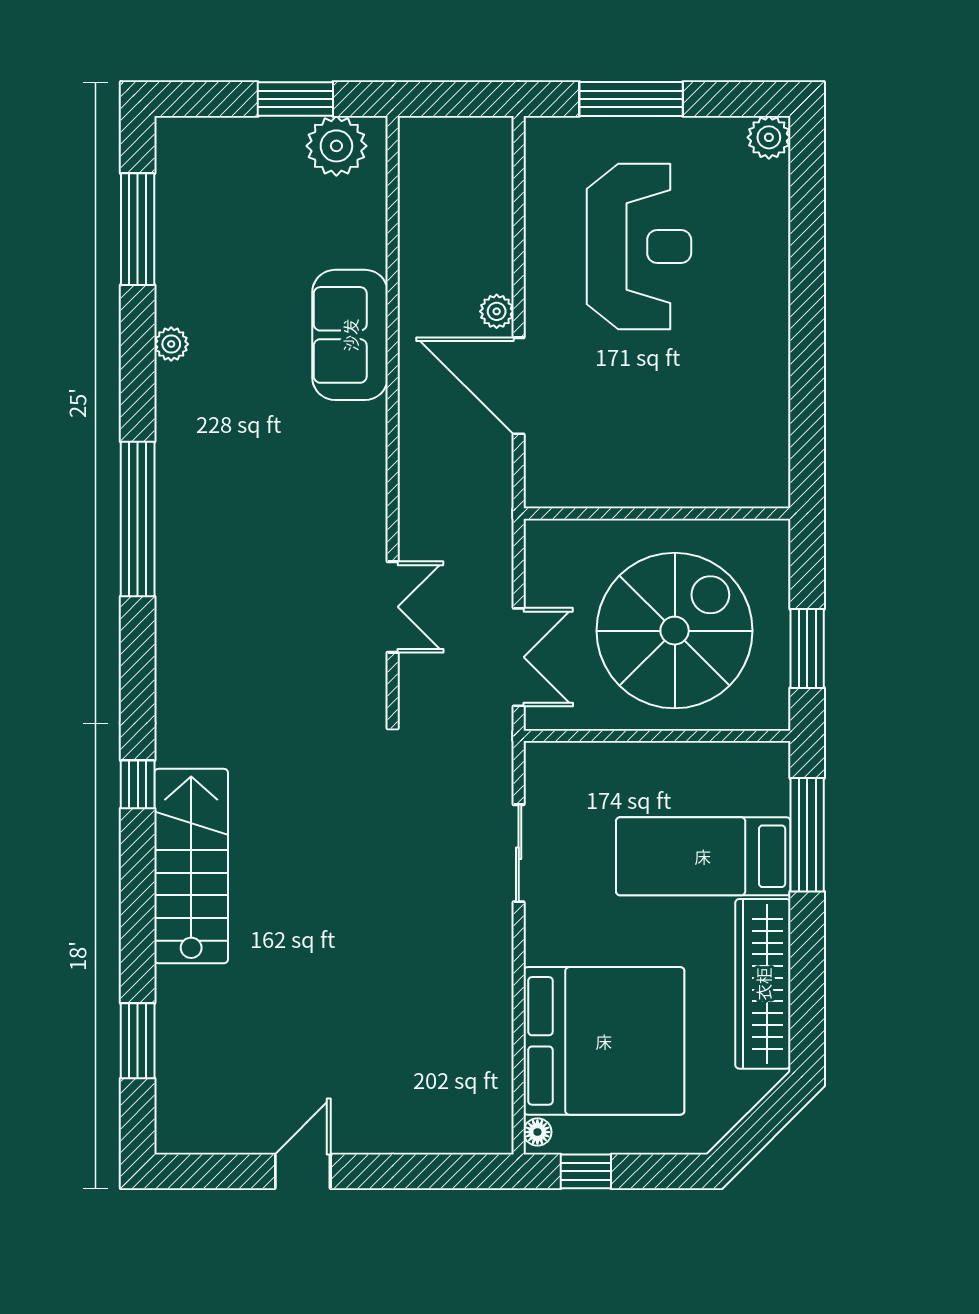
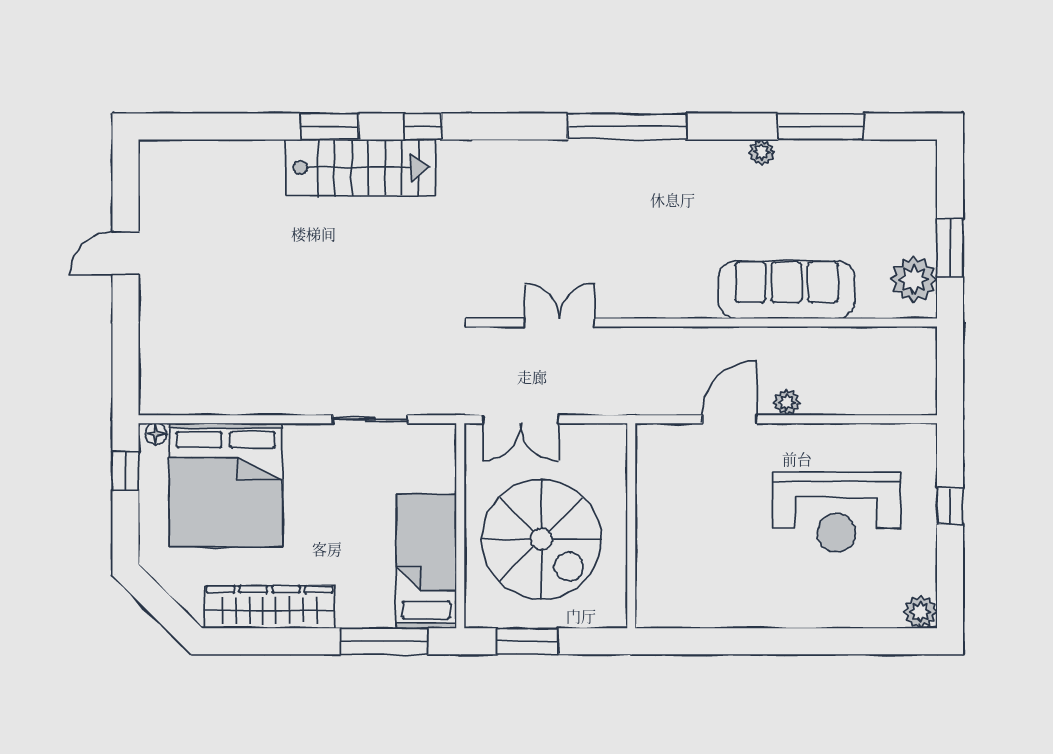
window: (631, 99) -> (950, 506), width x0.46
window: (138, 229) -> (821, 126), moved
sofa: (350, 335) -> (787, 290), width x1.36
door: (519, 386) -> (729, 419), width x0.73
double door: (393, 607) -> (559, 323), swing flipped
bed: (703, 856) -> (426, 561), moved
window: (138, 1041) -> (330, 126), moved
door: (303, 1171) -> (126, 253), swing flipped

